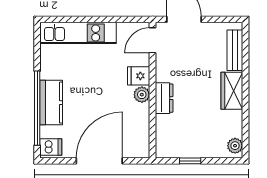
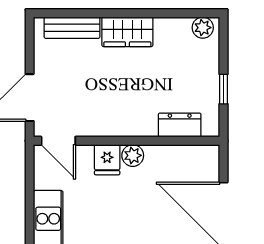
dresser: (164, 98) -> (180, 125), moved

